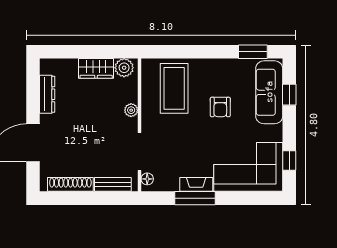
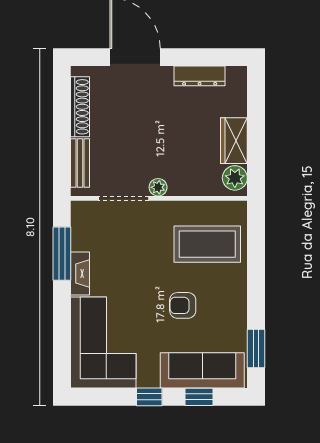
plant: (131, 110) -> (158, 187), moved
window: (289, 161) -> (149, 397), moved
floor lamp: (147, 179) -> (87, 209), removed
window: (195, 198) -> (62, 254), moved

